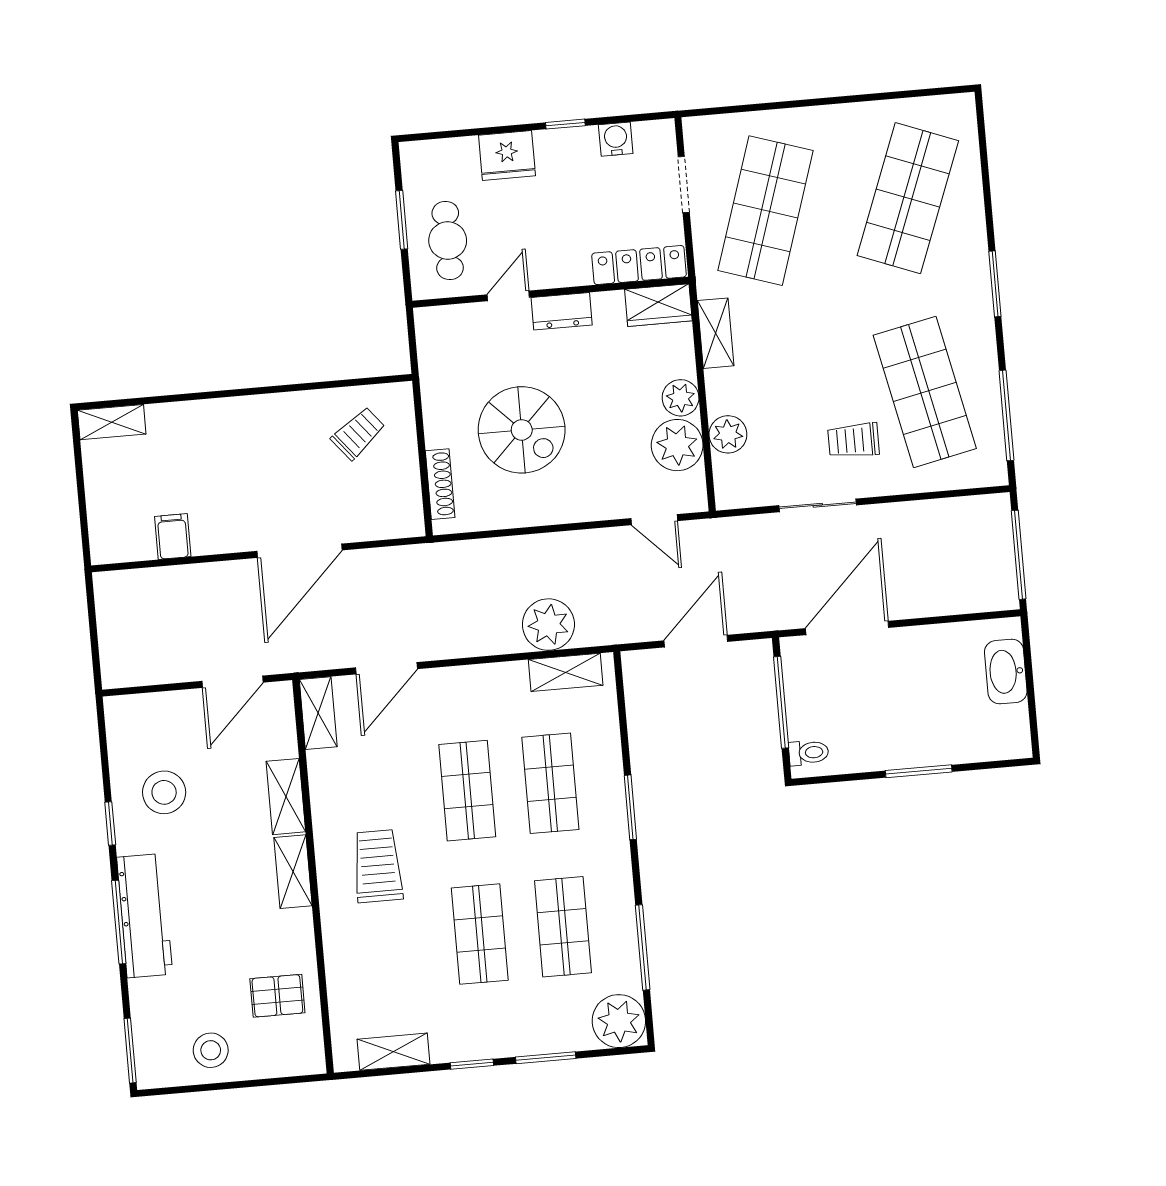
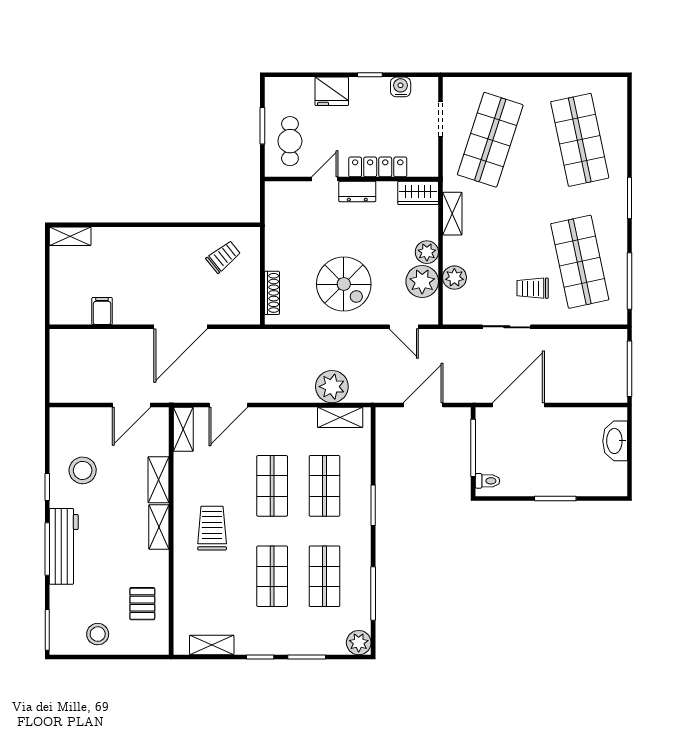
shop shelf: (908, 198) -> (580, 140), turned -33
locker: (639, 265) -> (378, 167), moved
spiral stairs: (522, 430) -> (344, 284), moved
pallet: (277, 996) -> (142, 604), turned 90
plant: (619, 1021) -> (359, 643), width x0.73, depth x0.73

